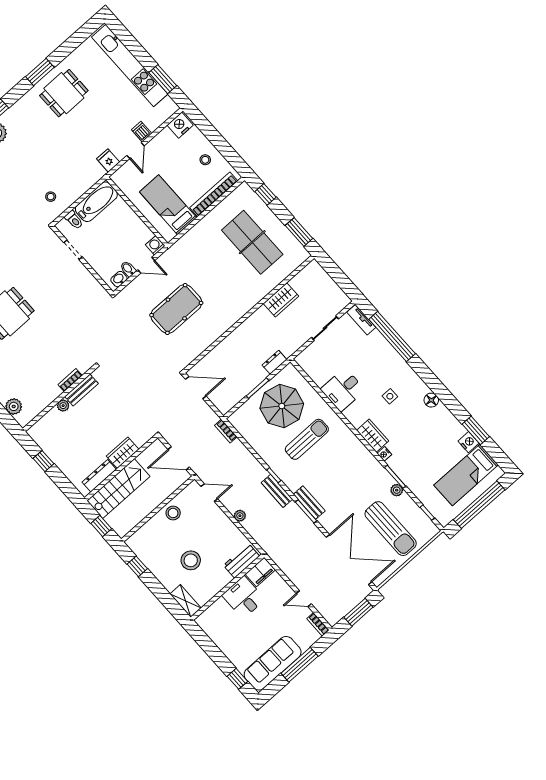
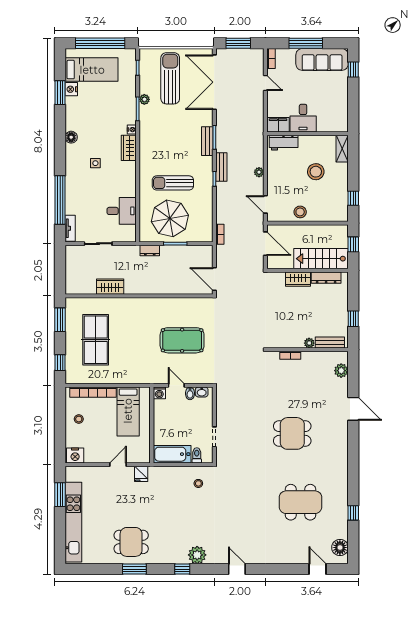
dishwasher: (142, 132) -> (103, 473), removed
bench: (81, 390) -> (330, 343), moved
desk: (343, 390) -> (122, 211), moved

